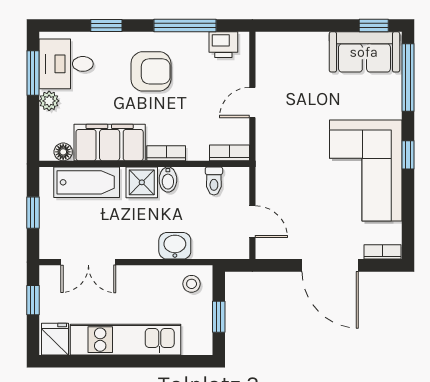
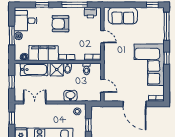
sofa: (364, 52) -> (123, 16), moved
armchair: (151, 71) -> (61, 24), turned 180
window: (33, 73) -> (12, 36), moved
door: (252, 103) -> (102, 37), swing flipped
double door: (88, 262) -> (35, 102), swing flipped

